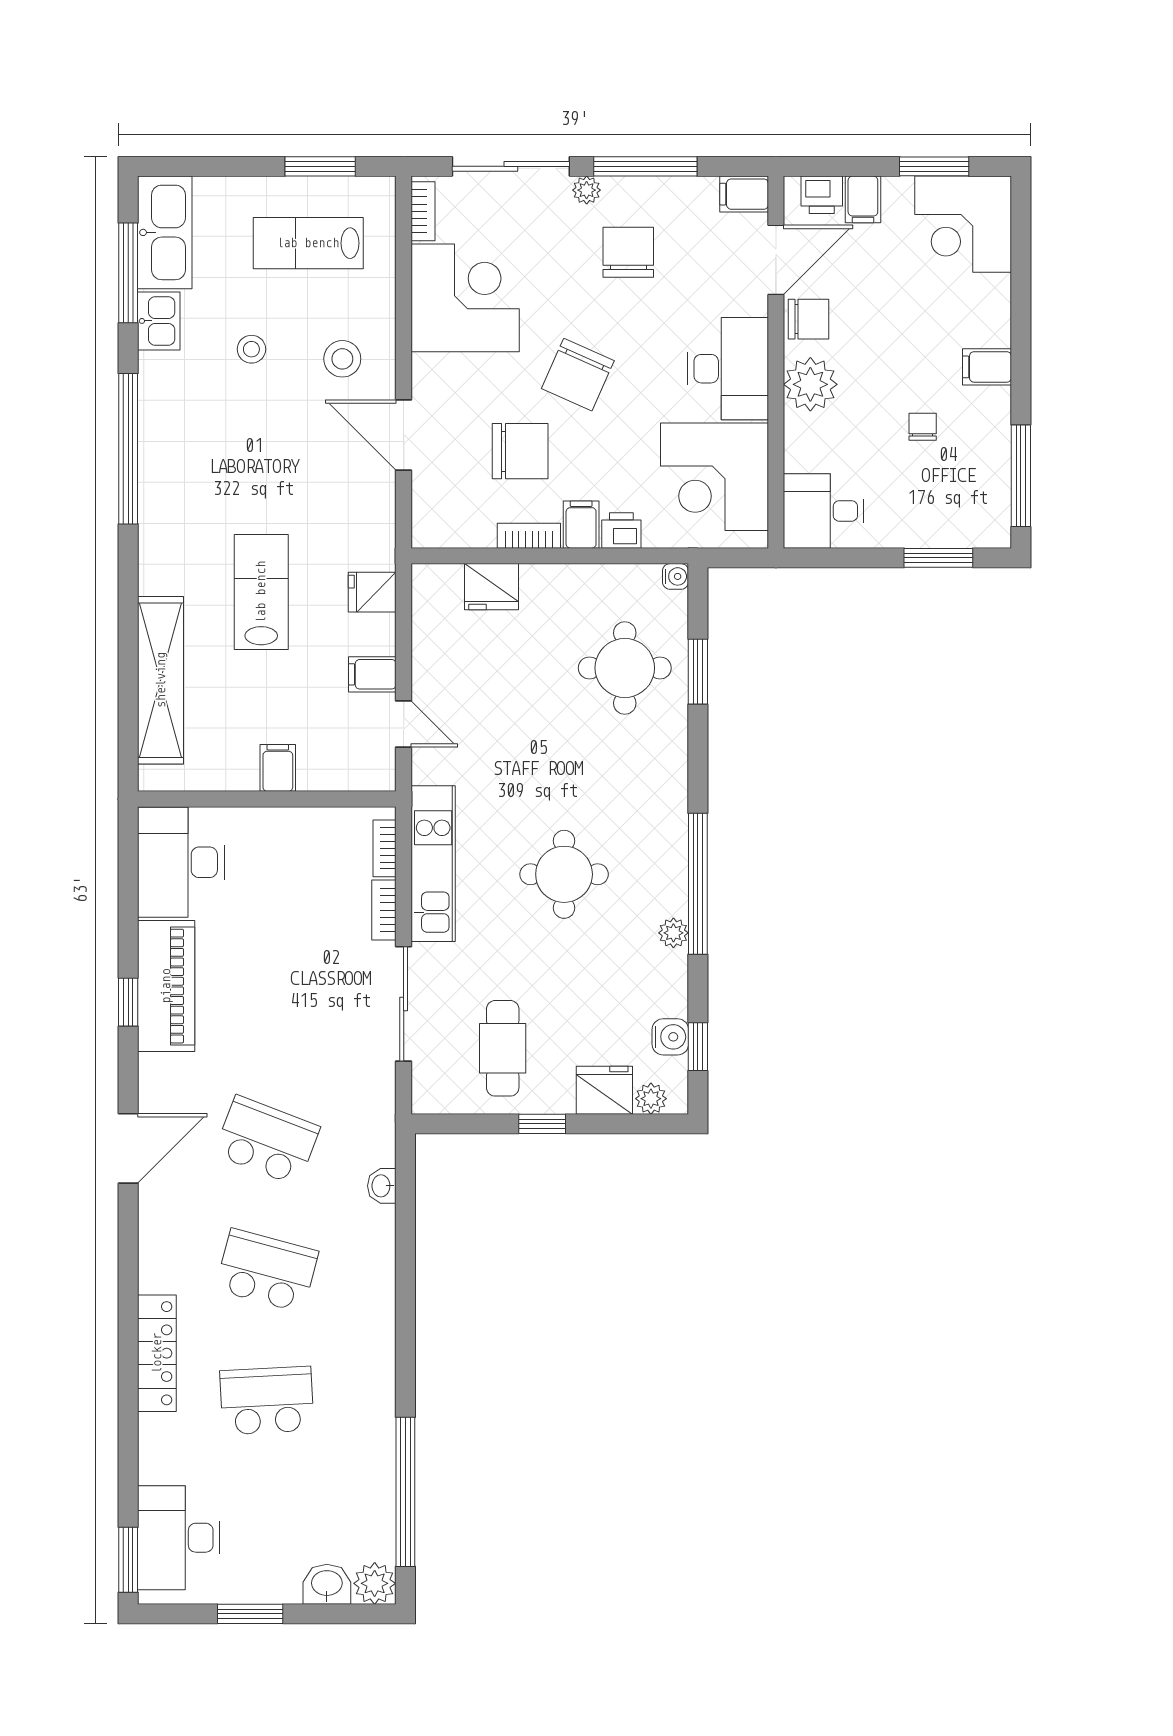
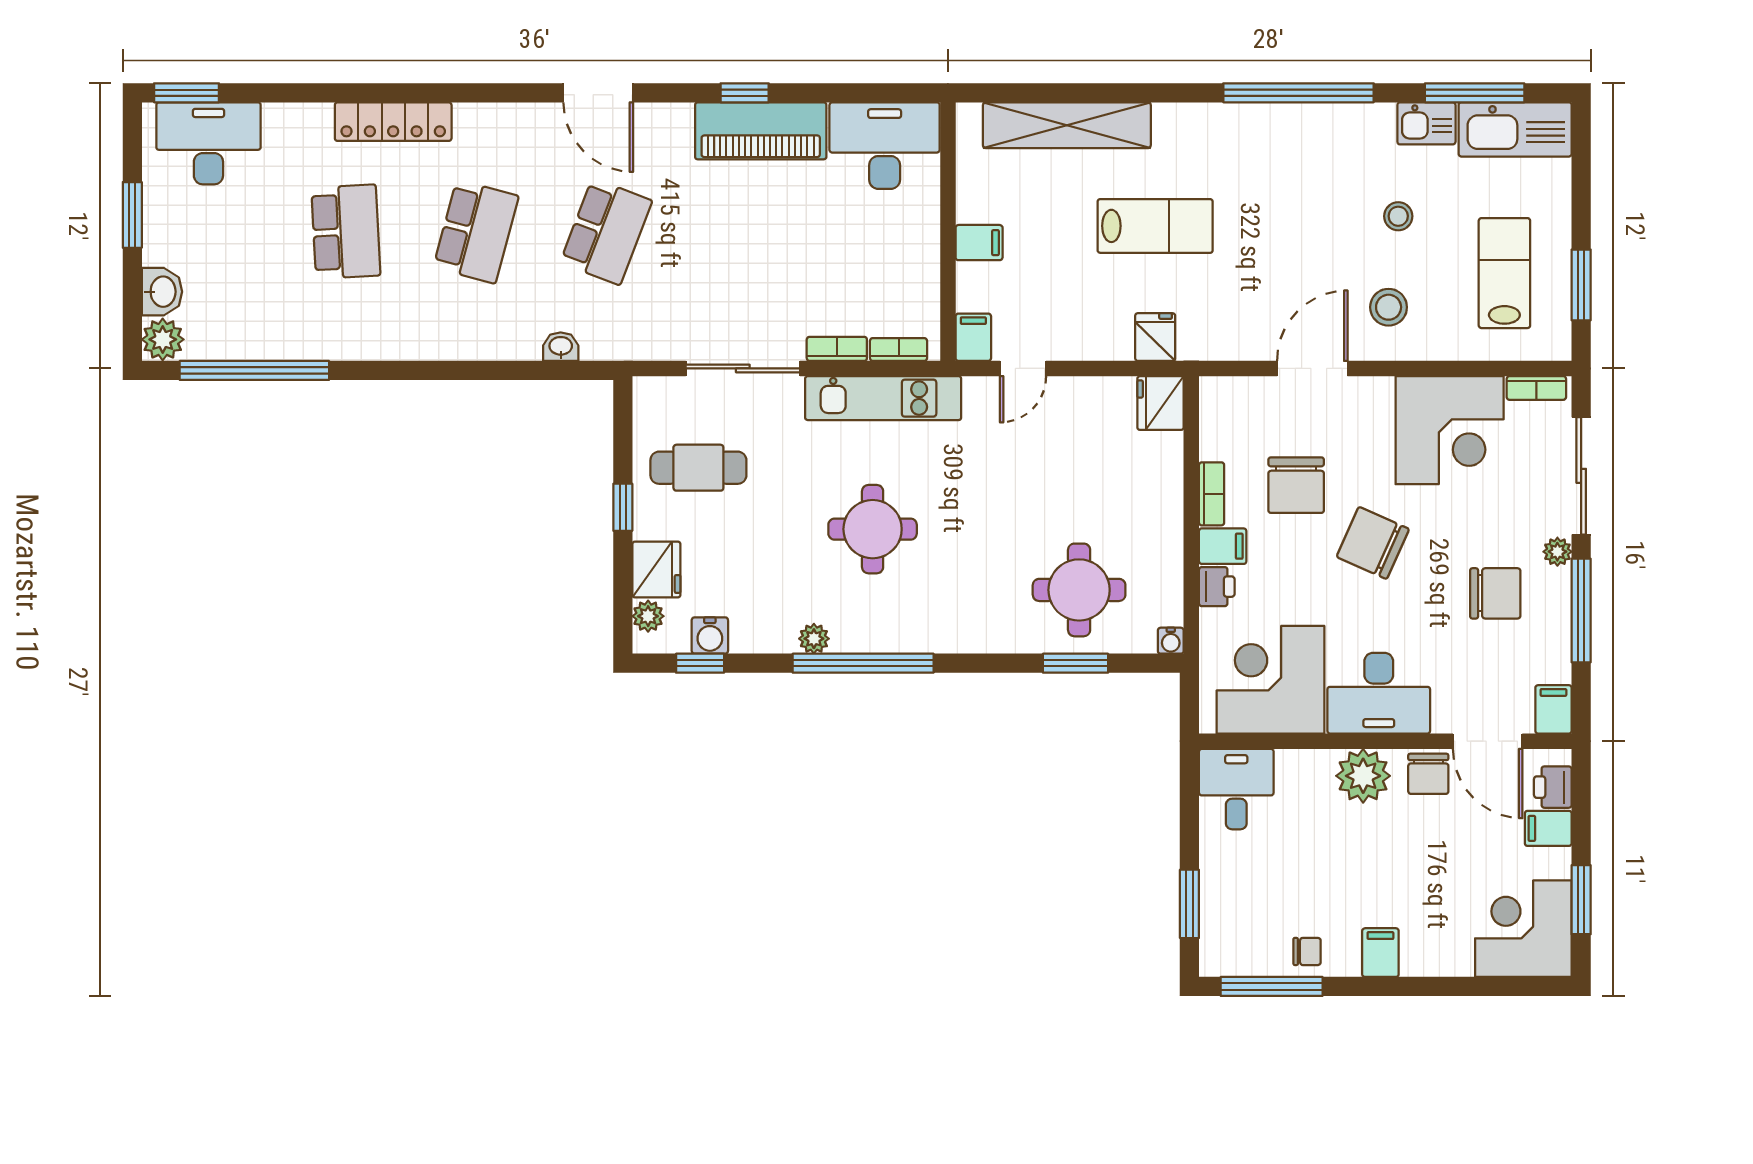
chair: (923, 427) -> (1307, 951), moved
fridge: (491, 587) -> (1161, 403), moved
filing cabinet: (372, 674) -> (973, 337), moved

